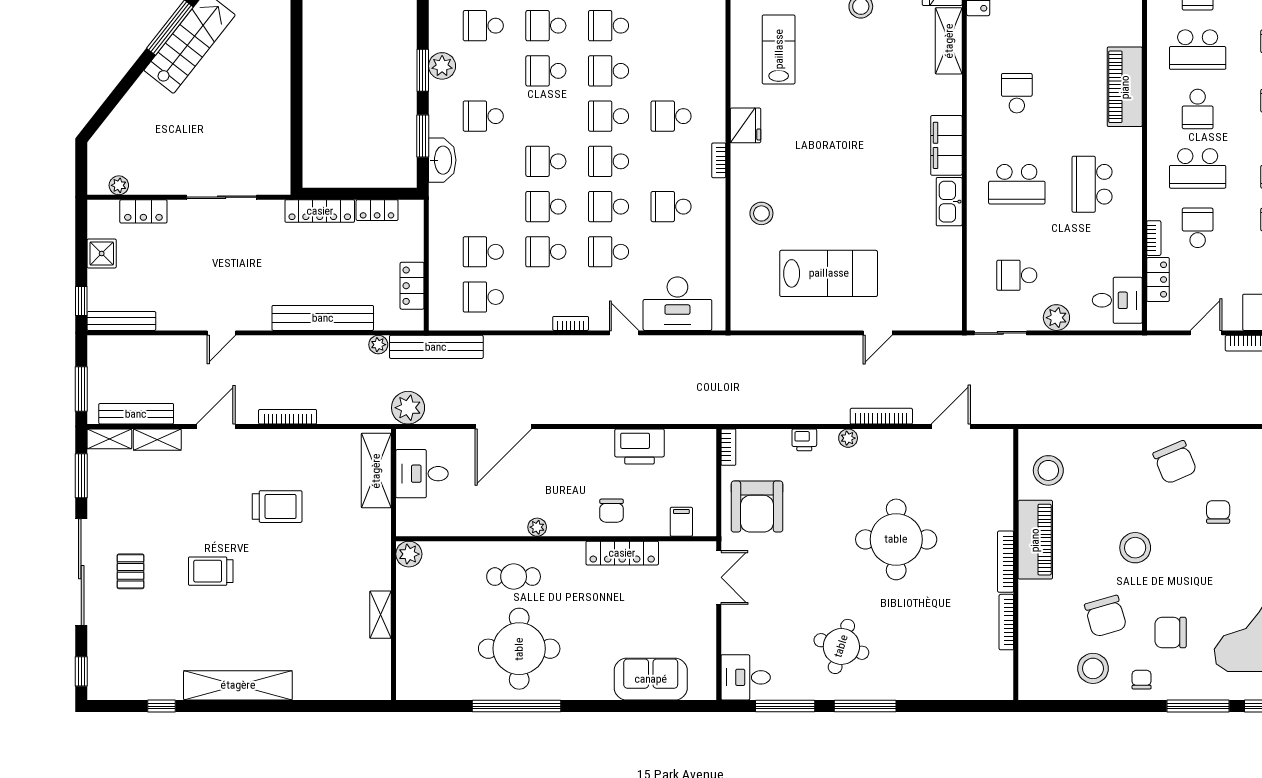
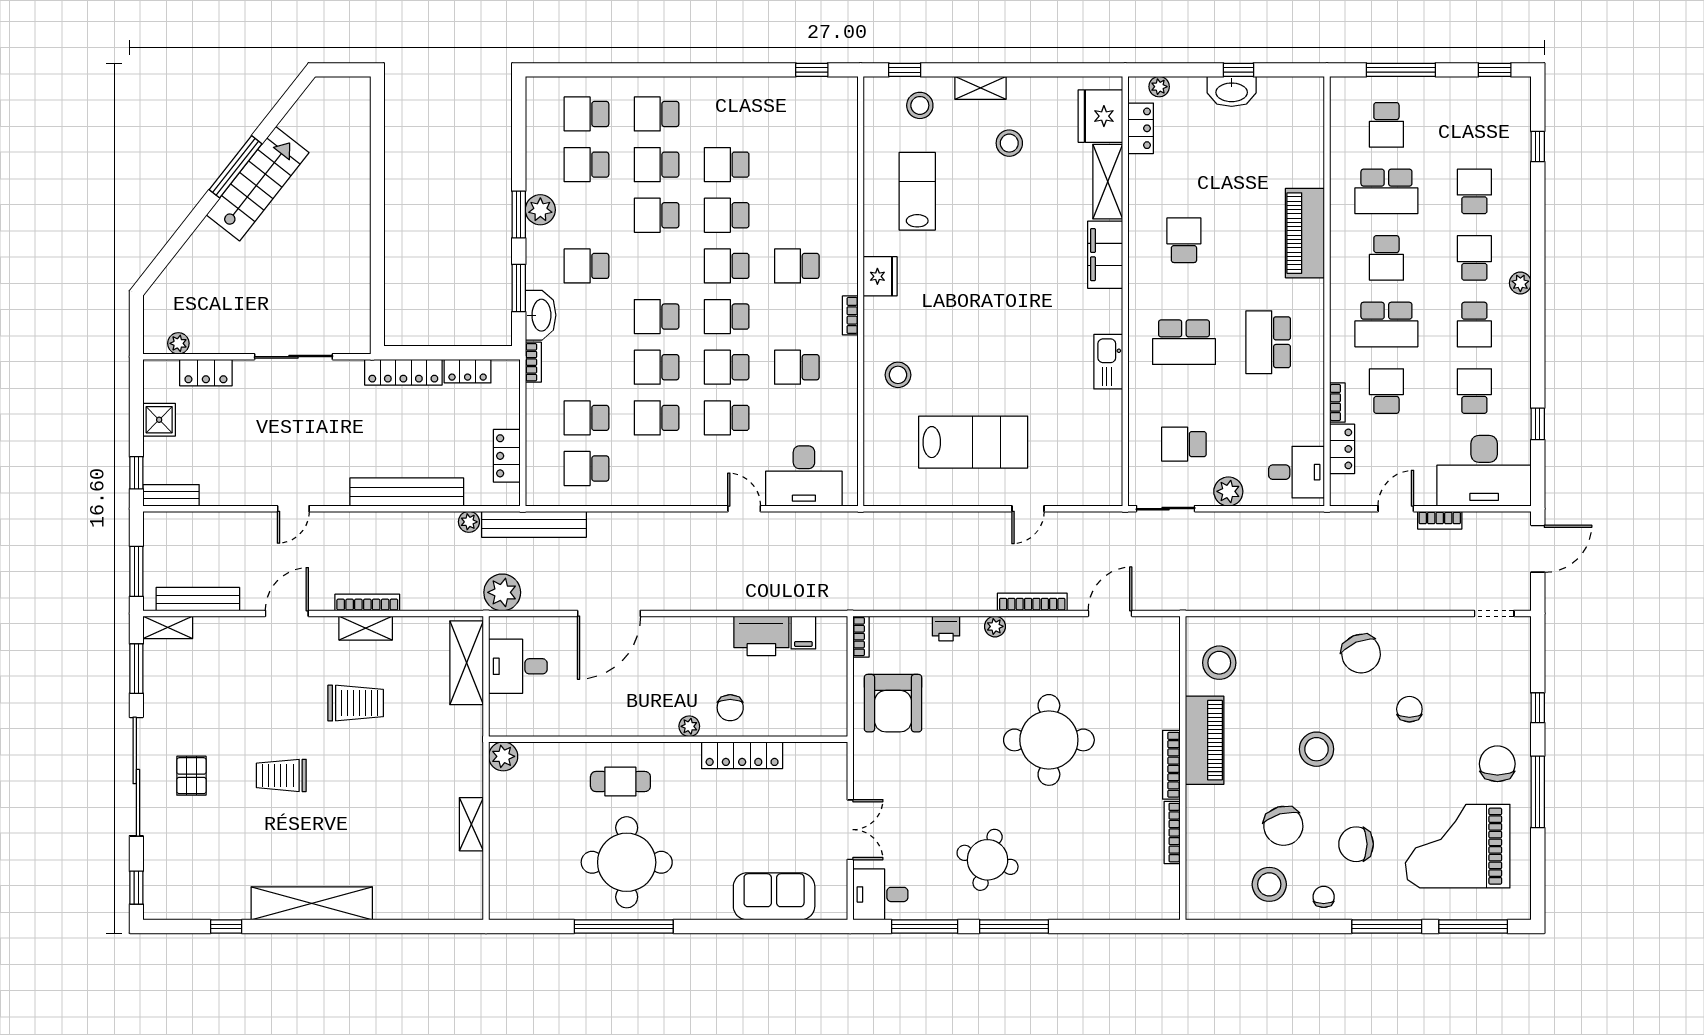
filing cabinet: (946, 145) -> (1105, 255), moved
bench: (121, 321) -> (171, 495), width x0.73
bookcase: (571, 323) -> (533, 362), moved, turned 90
shelving: (157, 440) -> (366, 628), moved
filing cabinet: (681, 522) -> (803, 632), moved, turned 180
plant: (537, 527) -> (689, 726), moved
double door: (719, 577) -> (850, 830), moved

